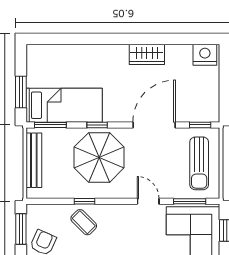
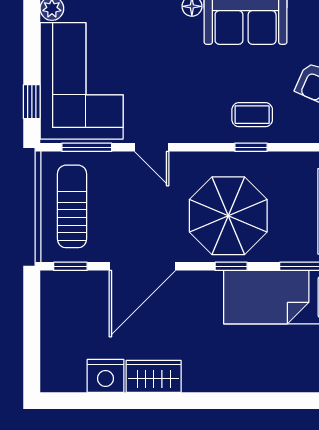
nightstand: (205, 55) -> (106, 376), moved
coffee table: (84, 222) -> (252, 115), turned -45

